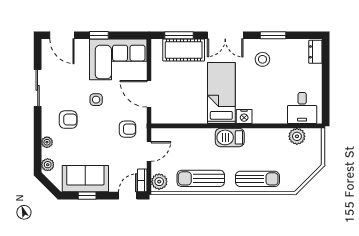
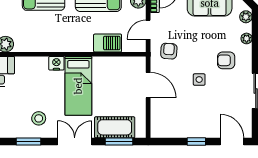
corner sofa: (118, 59) -> (178, 118), removed
armchair: (128, 129) -> (169, 51), turned 94
barbecue: (230, 137) -> (108, 43), moved

